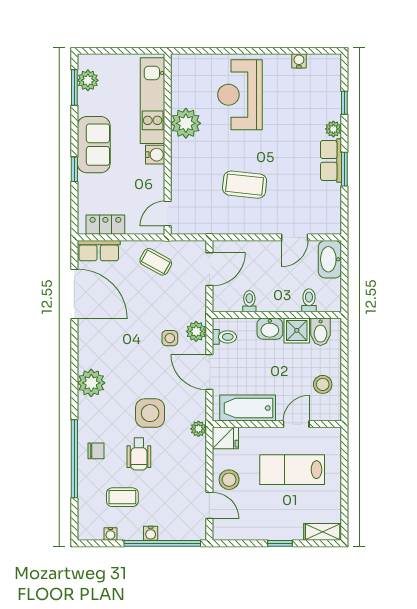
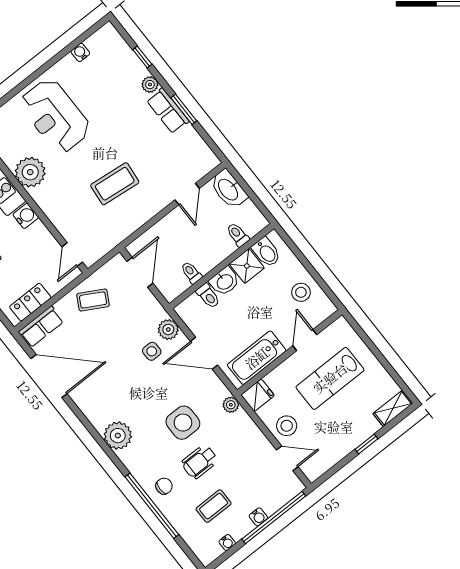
toilet: (224, 337) -> (208, 296), moved, turned 90
wheelchair: (139, 454) -> (200, 462), turned 90

